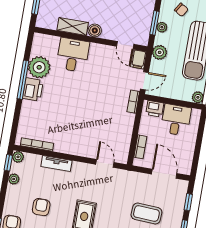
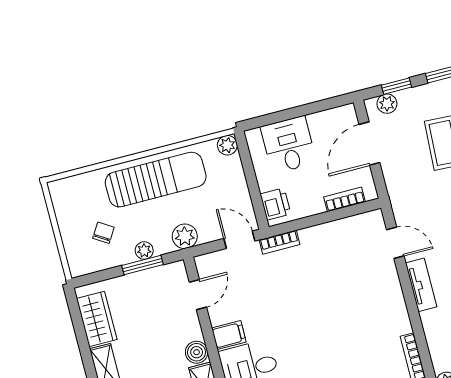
filing cabinet: (139, 59) -> (229, 335), moved
desk: (176, 120) -> (289, 145), moved, turned 90
door: (105, 163) -> (395, 243), swing flipped
tv unit: (56, 164) -> (421, 285), moved
plant: (181, 193) -> (387, 104), added

